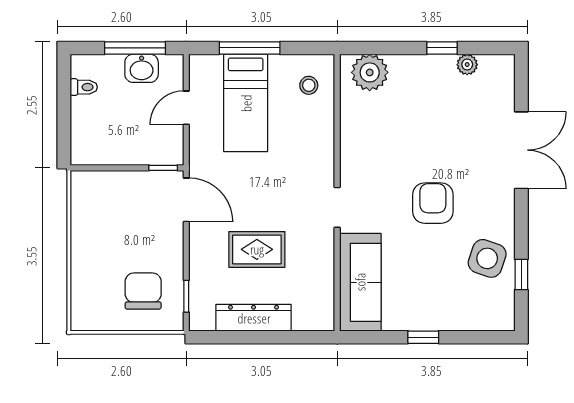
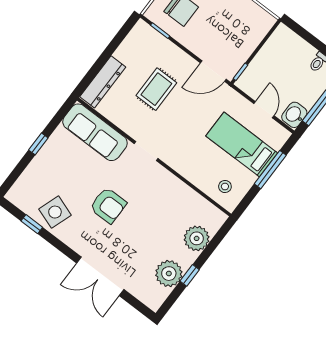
plant: (467, 65) -> (169, 274), width x1.88, depth x1.88
washbasin: (142, 68) -> (294, 115), moved
plant: (370, 72) -> (197, 238), moved
dresser: (254, 318) -> (103, 82), moved

